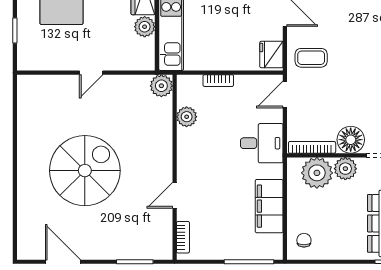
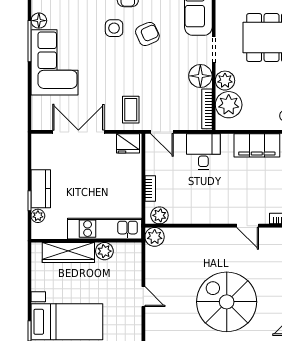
plant: (187, 117) -> (159, 215), moved

